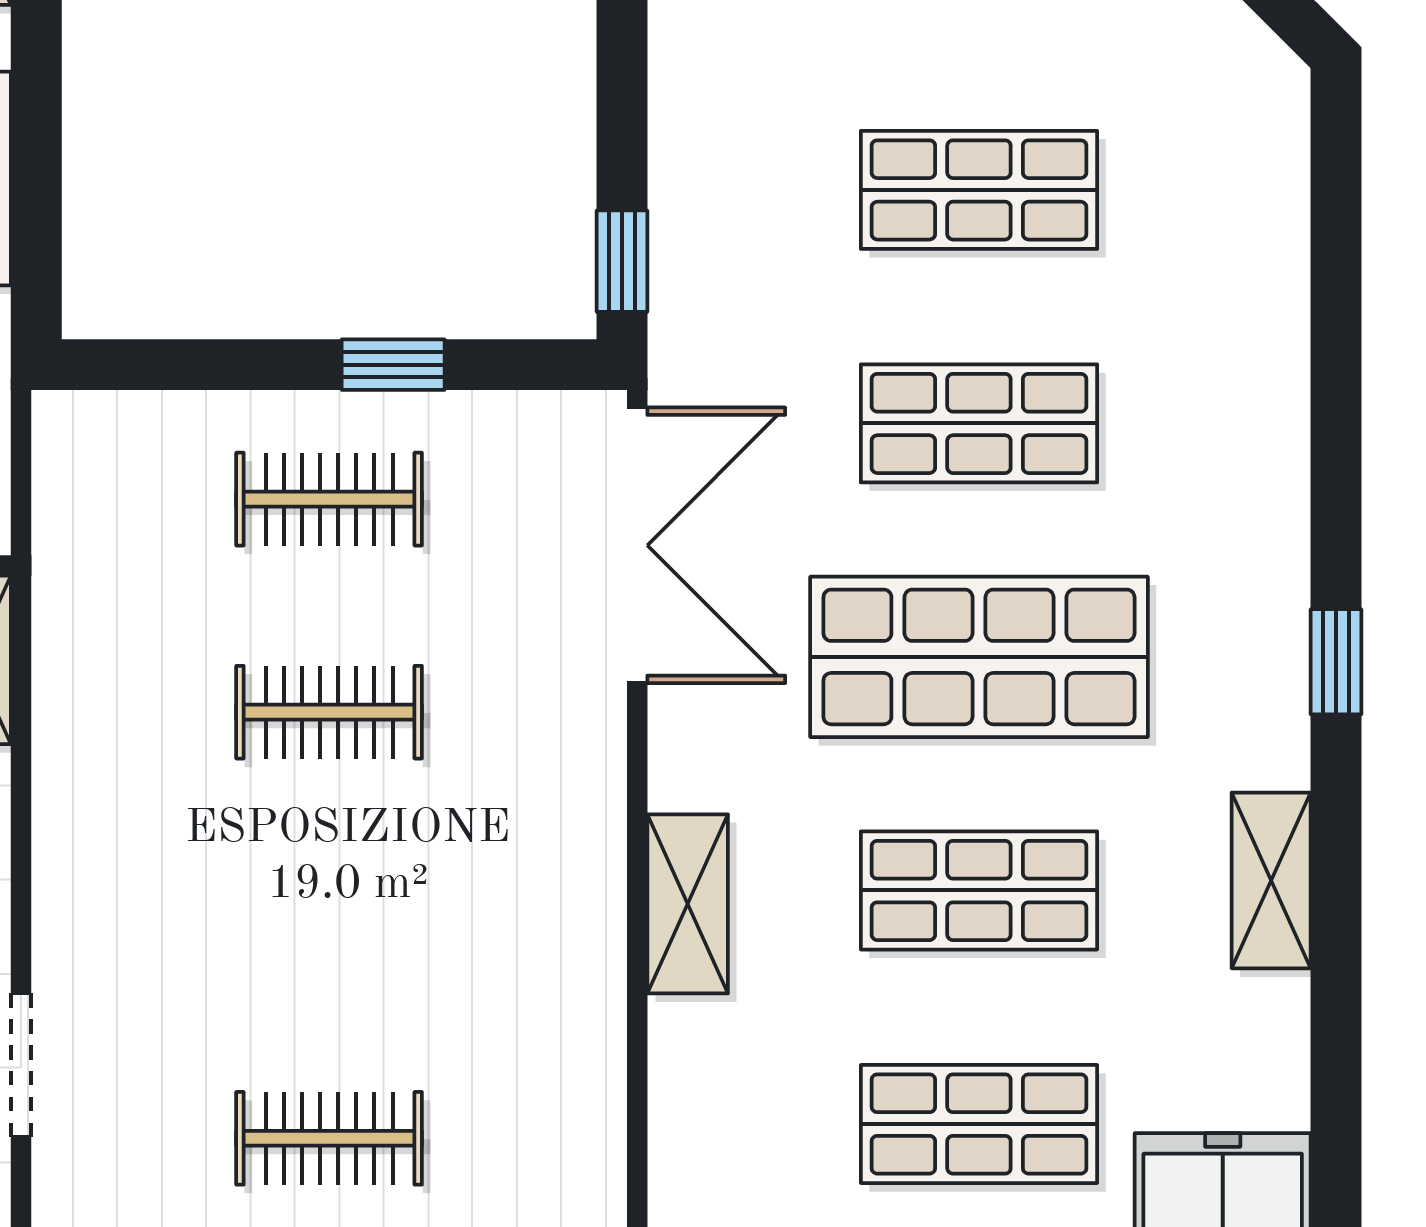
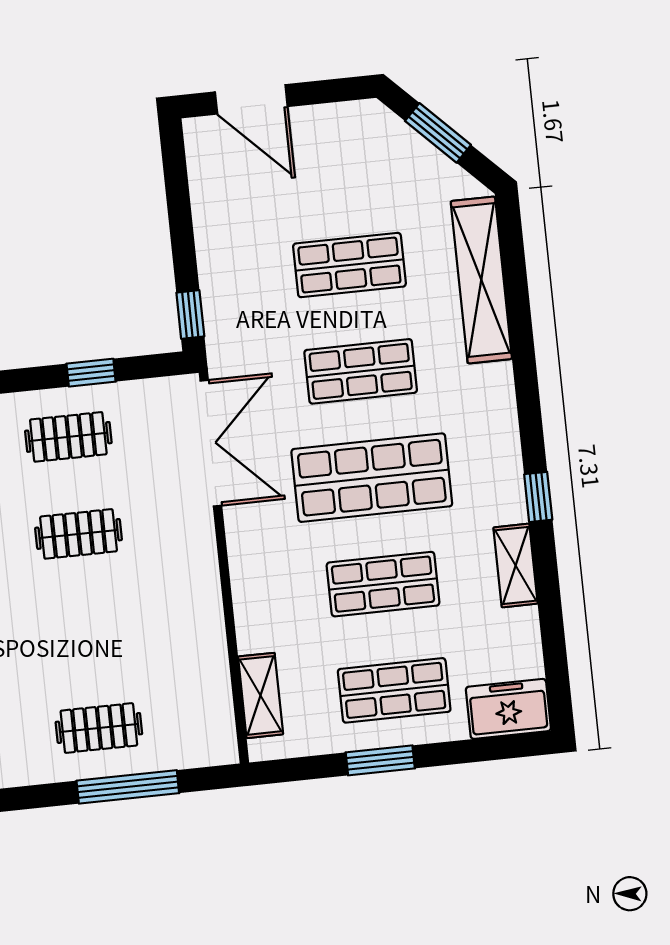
shelving: (1262, 253) -> (481, 280), added
window: (1336, 662) -> (538, 497), moved
shelving: (688, 904) -> (261, 695), moved

